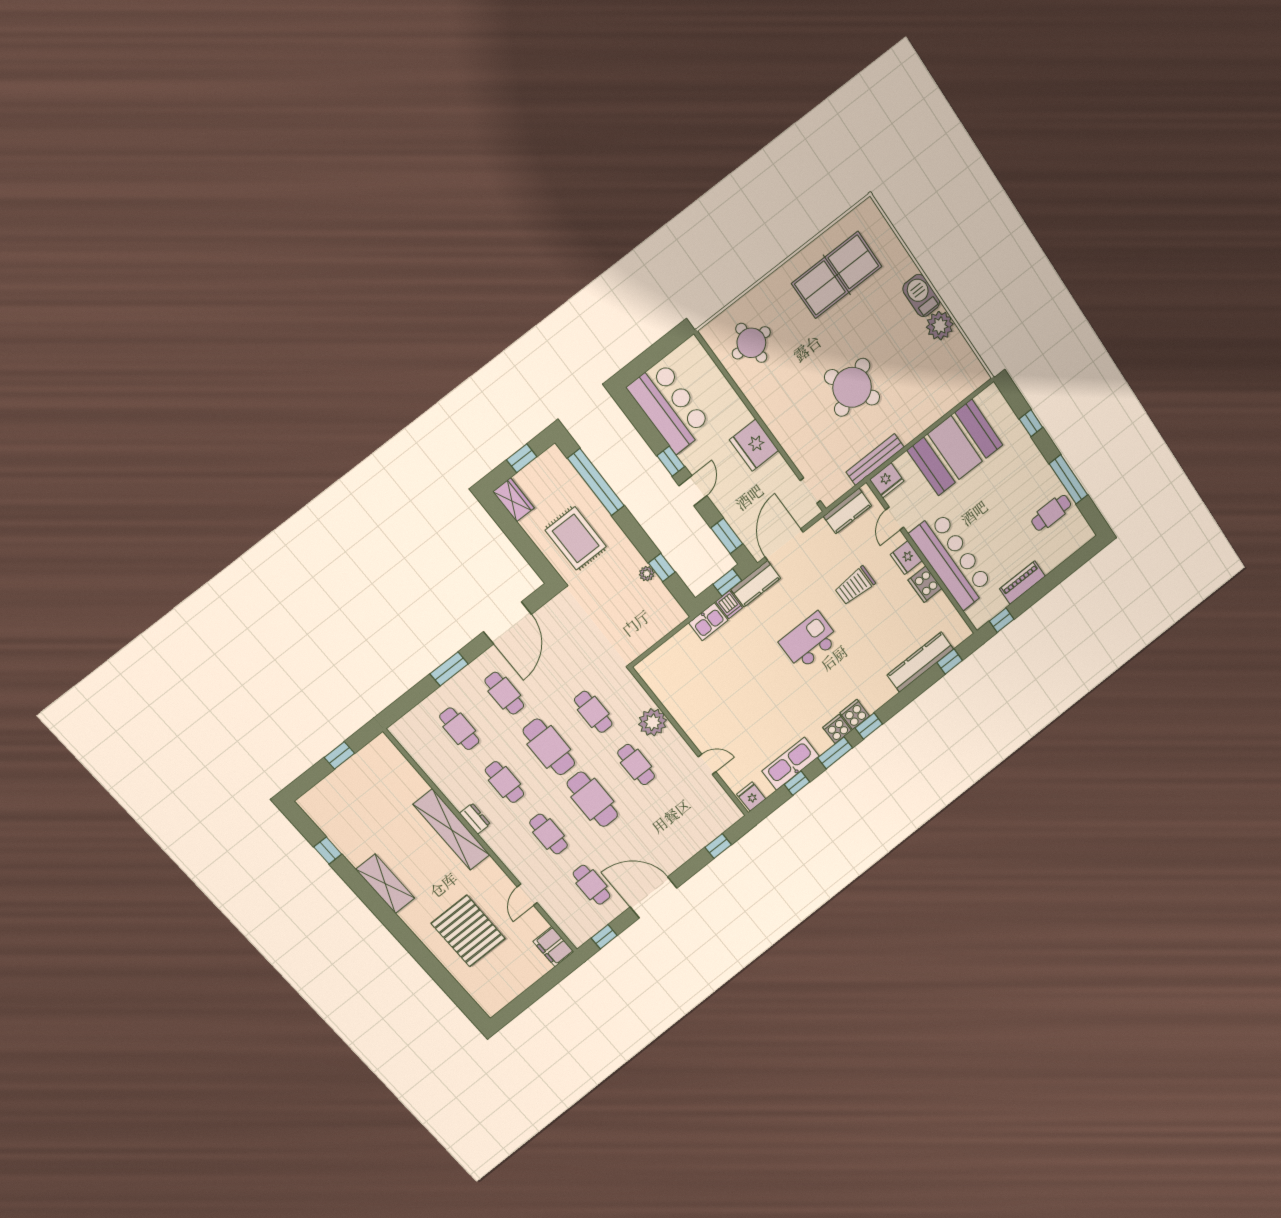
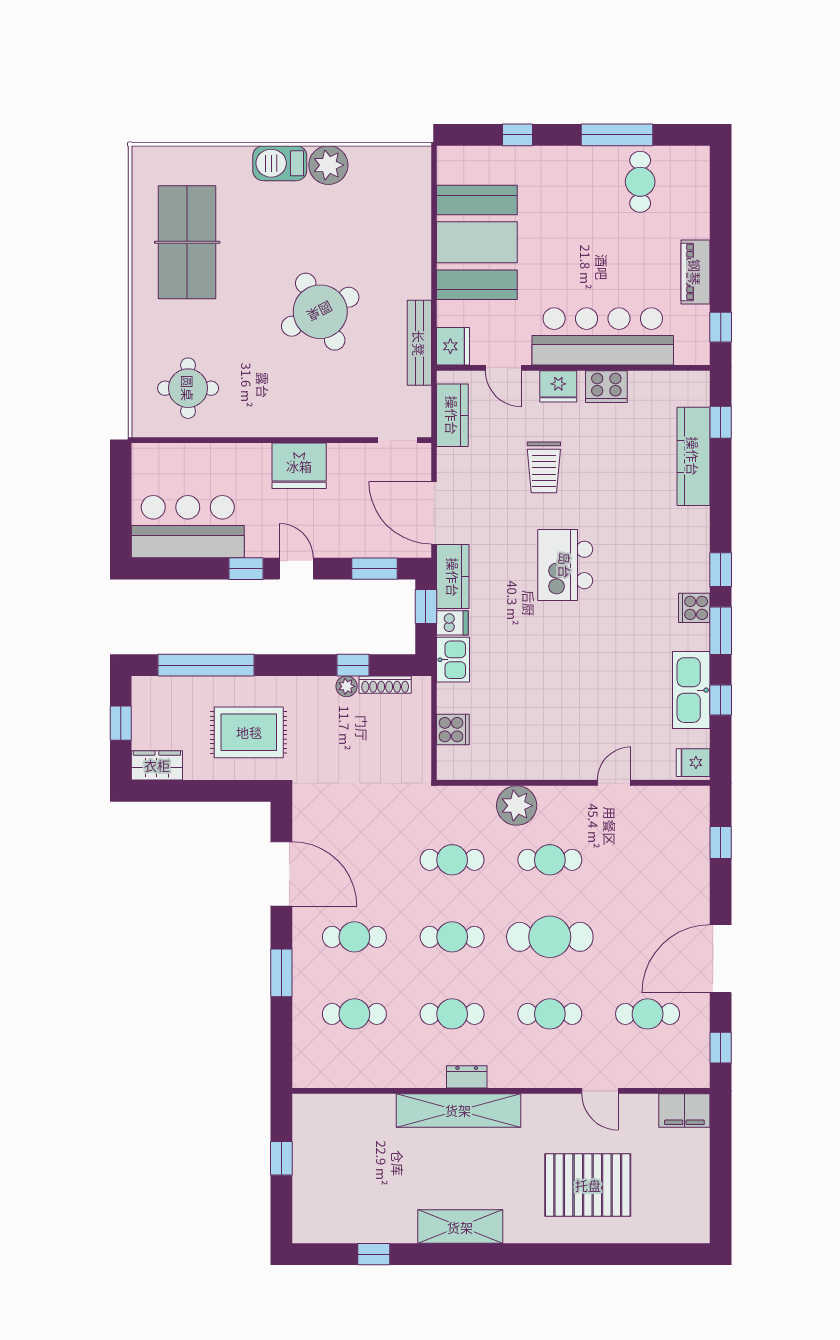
shoe rack: (665, 595) -> (385, 685), added
cooker: (855, 714) -> (453, 730), moved, turned 180
cafe table: (549, 747) -> (452, 937), width x0.73, depth x0.74

